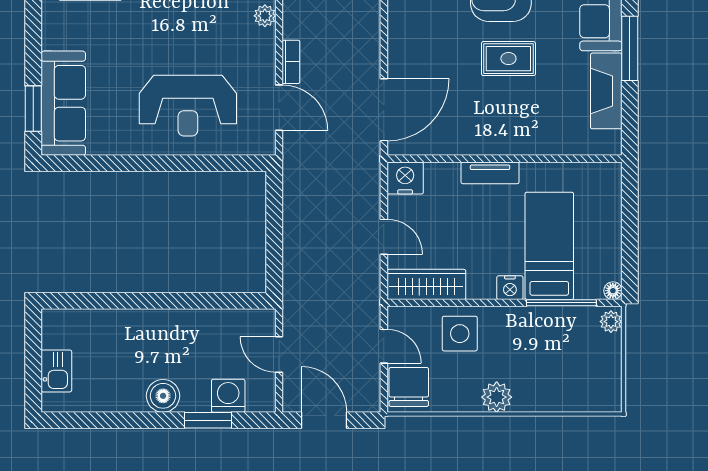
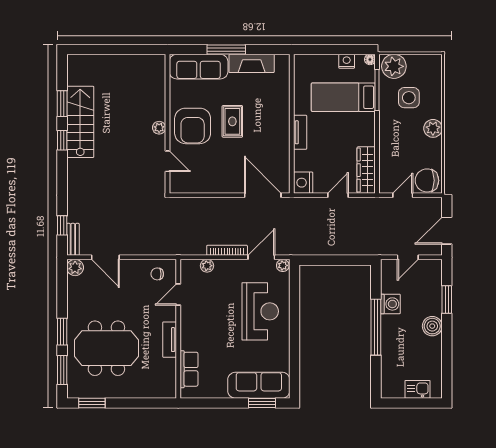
bookcase: (291, 62) -> (227, 250), width x1.56
plant: (265, 144) -> (283, 265), added
nightstand: (510, 288) -> (347, 61), moved, turned -90
window: (161, 301) -> (376, 327), added
plant: (611, 322) -> (394, 66), width x1.87, depth x1.87
side table: (460, 334) -> (409, 98), moved
washing machine: (228, 396) -> (390, 304), moved, turned 180

